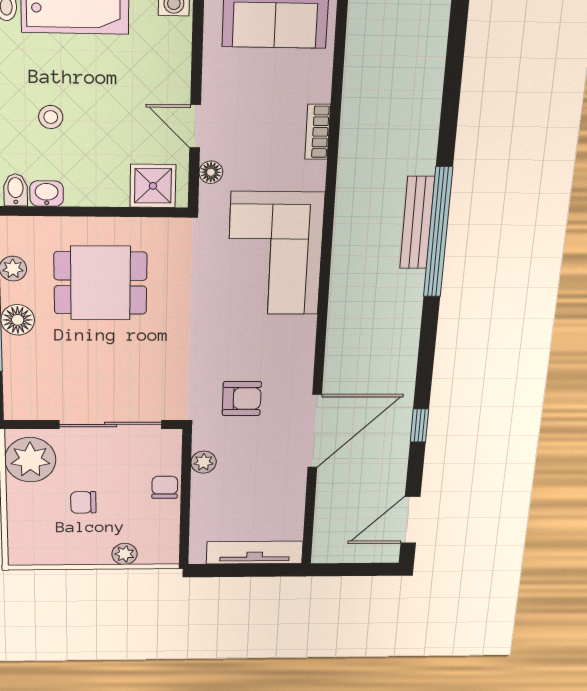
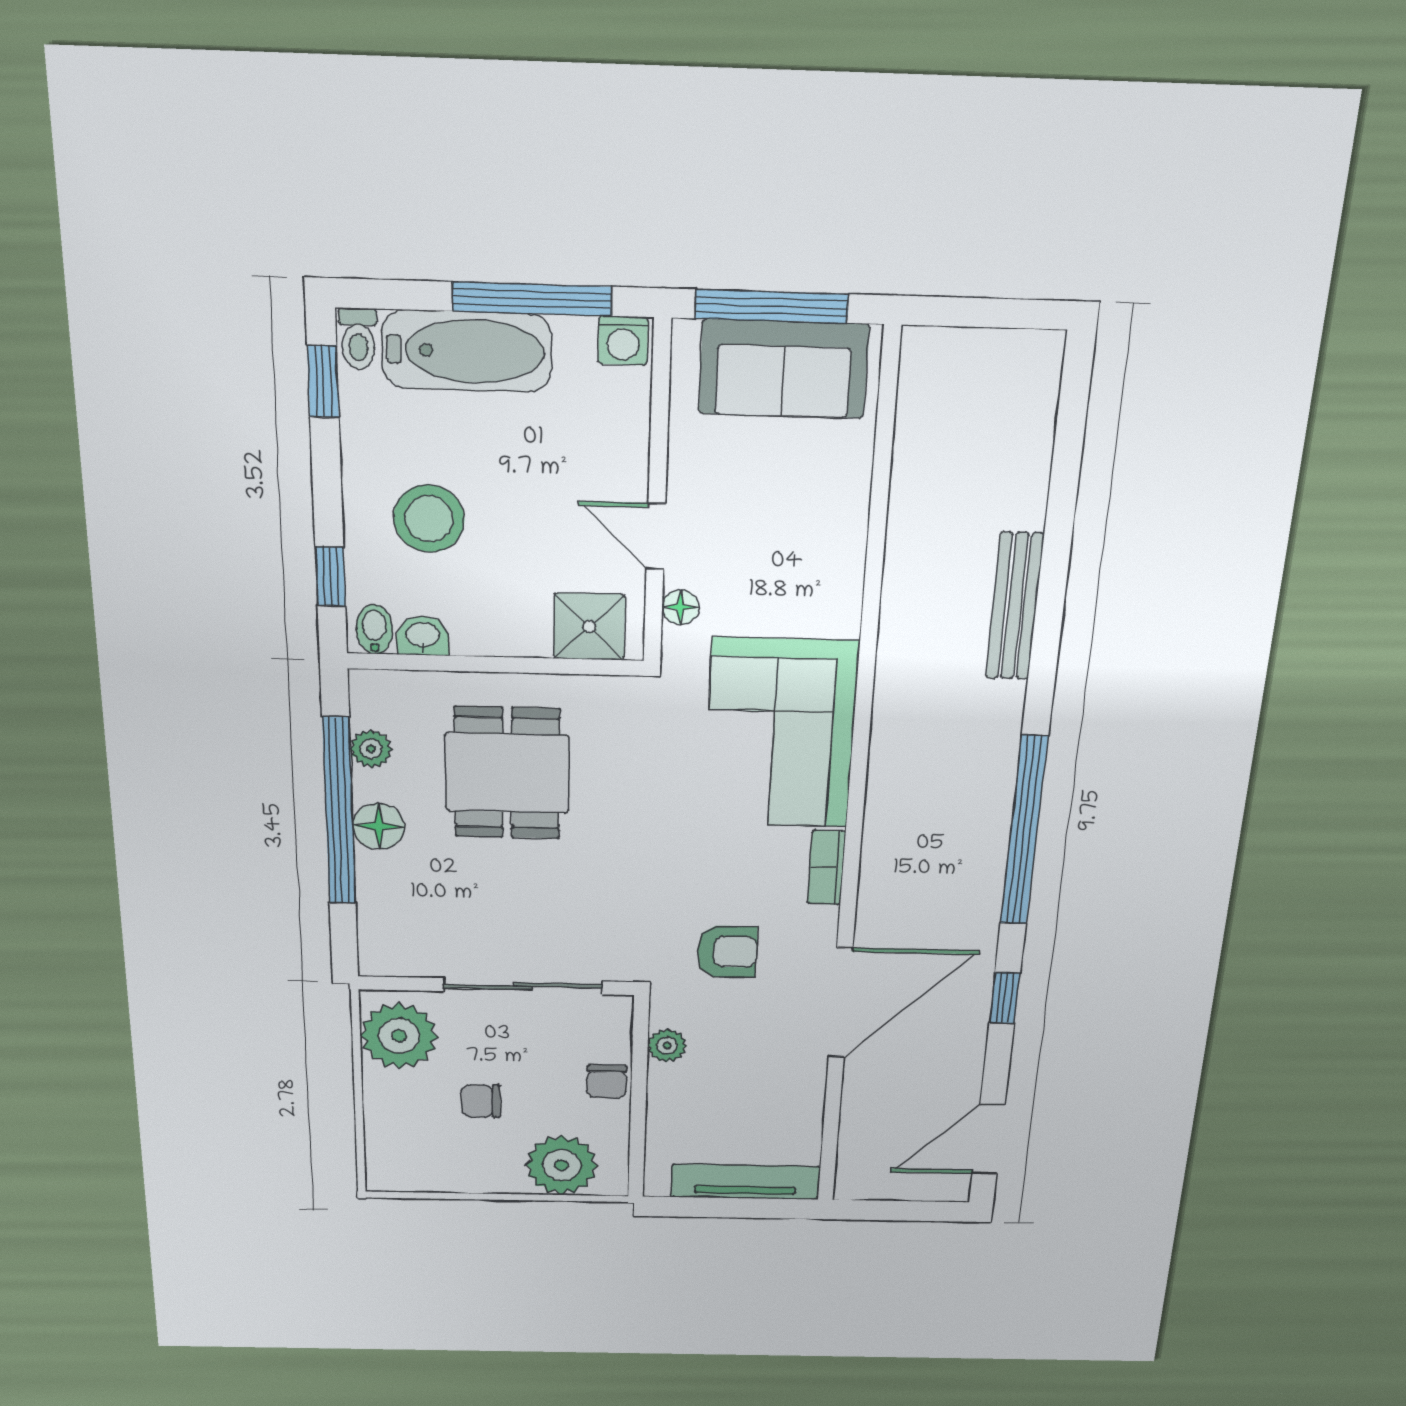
stool: (51, 117) -> (429, 519), width x1.89, depth x1.89
bookcase: (318, 132) -> (827, 867), moved
bench: (417, 223) -> (1015, 606), moved
window: (438, 233) -> (1024, 831), moved
dining table: (100, 283) -> (507, 773), turned 90
chair: (165, 487) -> (607, 1082), turned 180
plant: (125, 554) -> (562, 1165), width x1.87, depth x1.87

